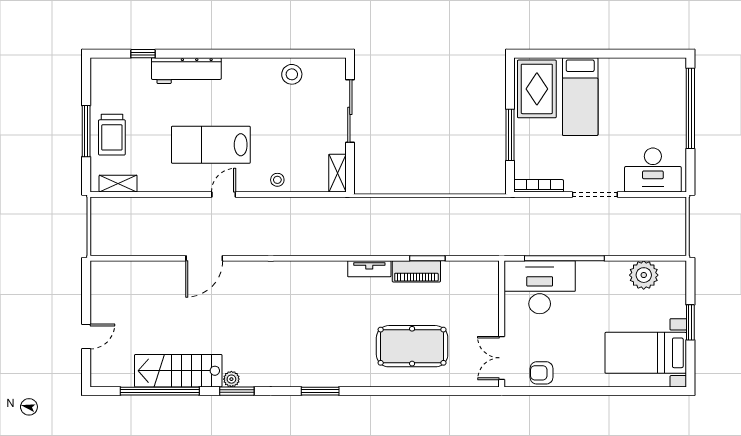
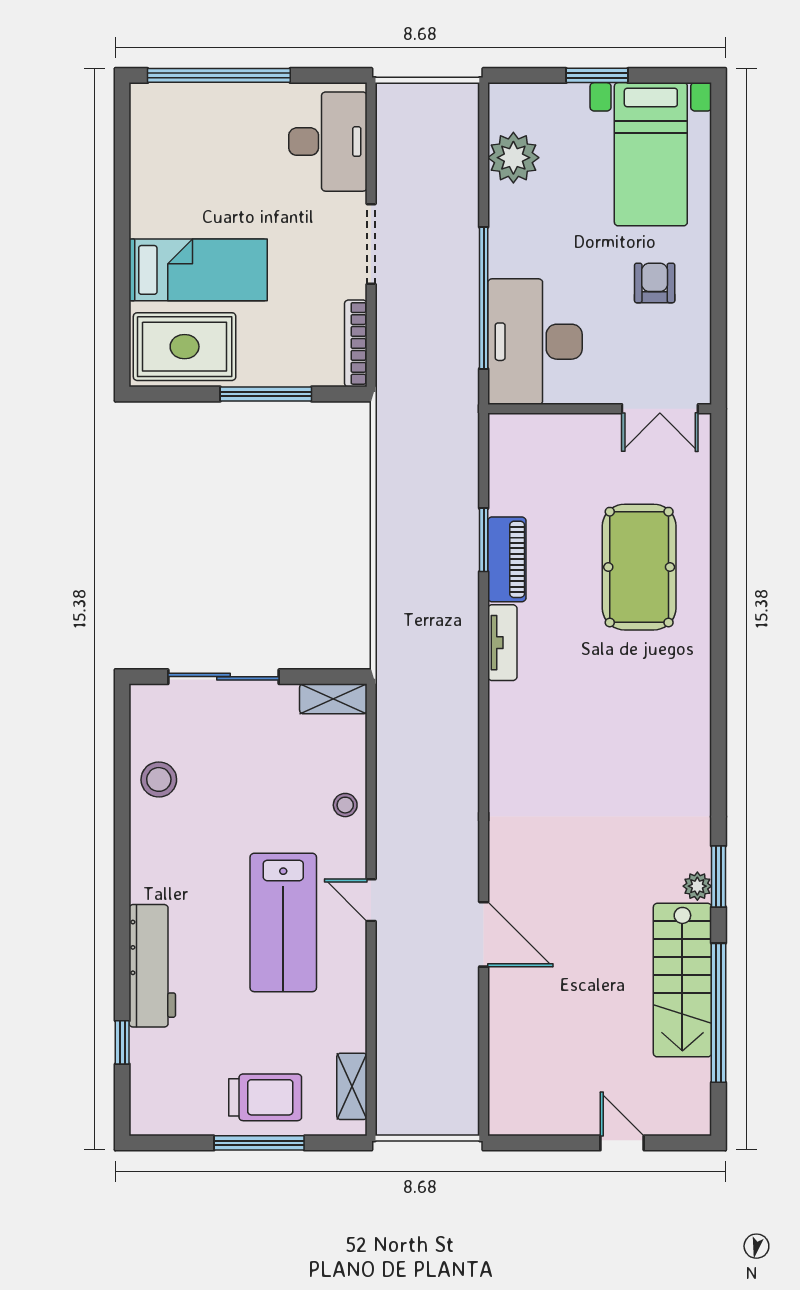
armchair: (541, 373) -> (655, 283), moved, turned 180
window: (320, 391) -> (719, 730), removed

